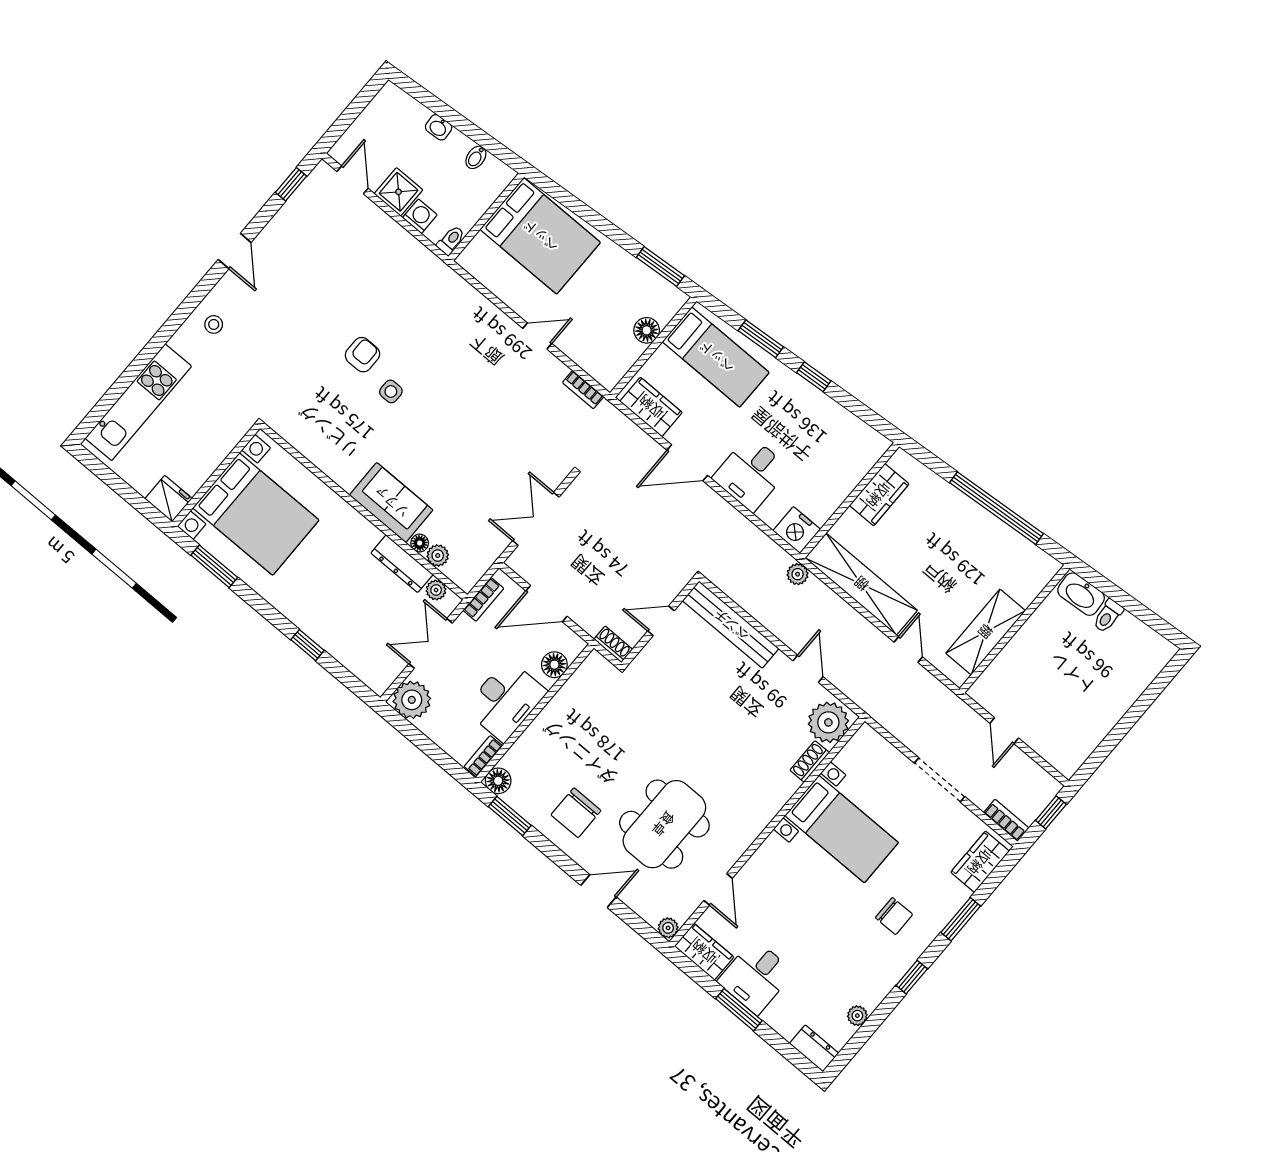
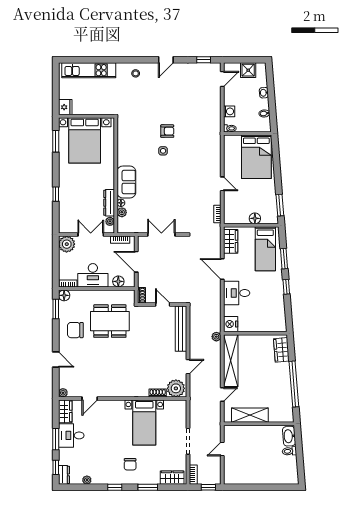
shower: (399, 192) -> (248, 70), moved
wardrobe: (879, 495) -> (281, 350), moved, turned 86
dining table: (664, 824) -> (110, 321), moved
window: (789, 1052) -> (56, 467), added

